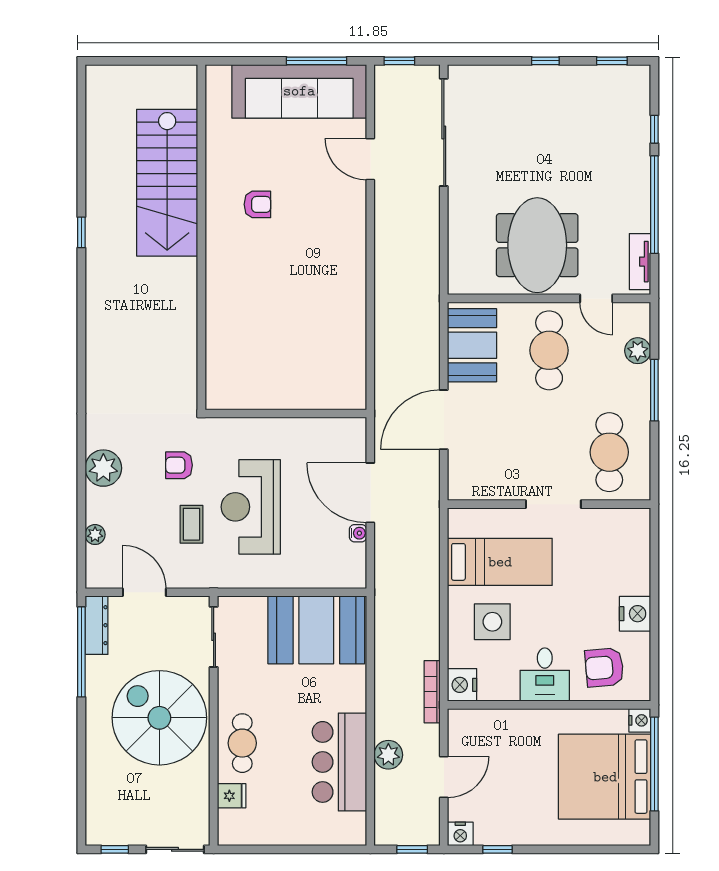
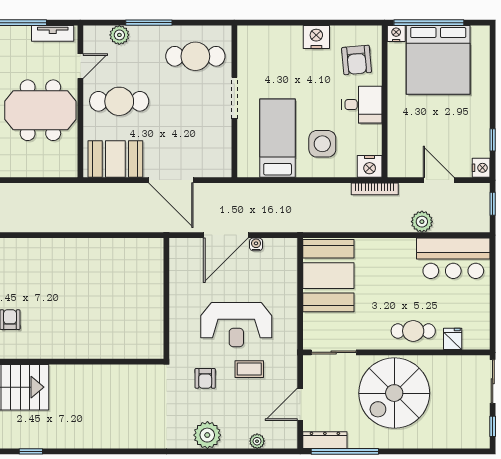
bar counter: (339, 762) -> (453, 258), moved

